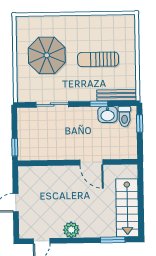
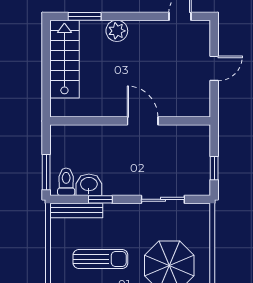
window: (140, 123) -> (46, 172), width x1.50
window: (15, 147) -> (214, 168), moved
door: (91, 162) -> (143, 121), moved
plant: (71, 230) -> (117, 31), moved

